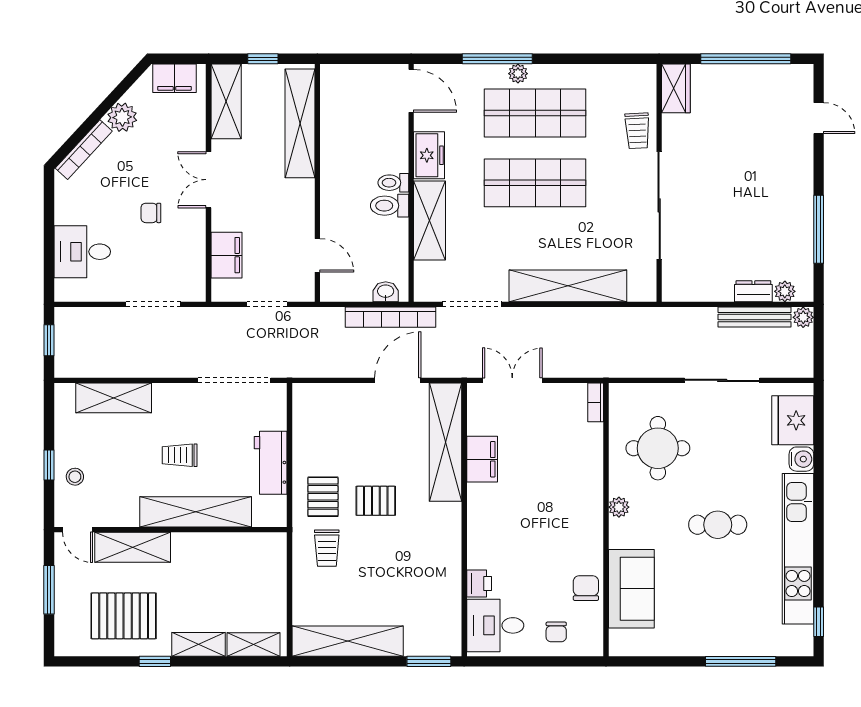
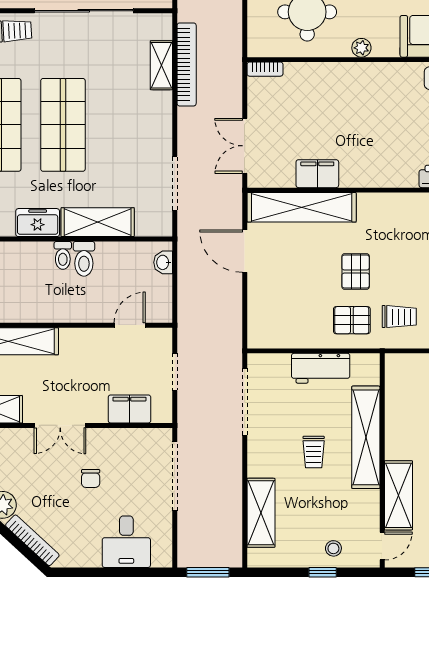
shelving: (568, 286) -> (161, 65), width x0.45, depth x0.75
doorway: (153, 304) -> (175, 476), width x1.36
bookcase: (391, 317) -> (187, 64), moved
window: (49, 340) -> (208, 572), width x1.50

